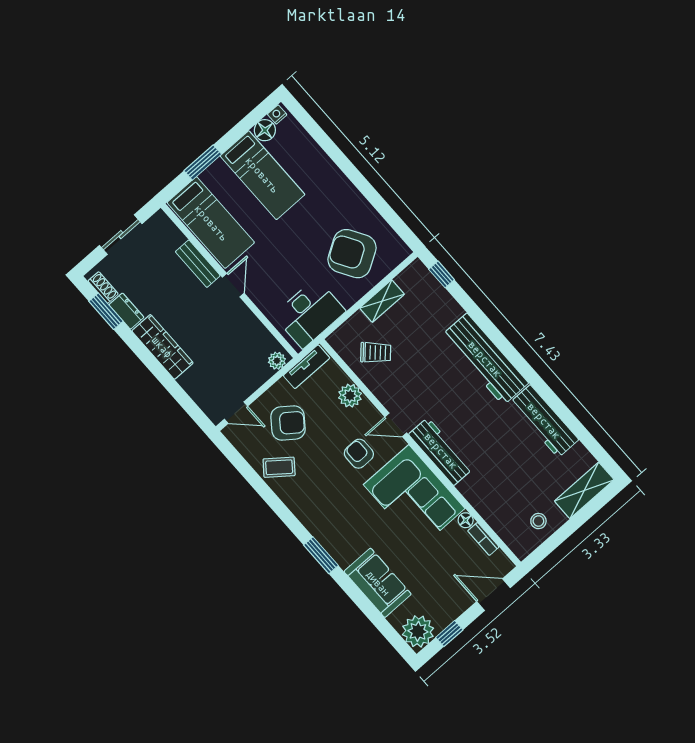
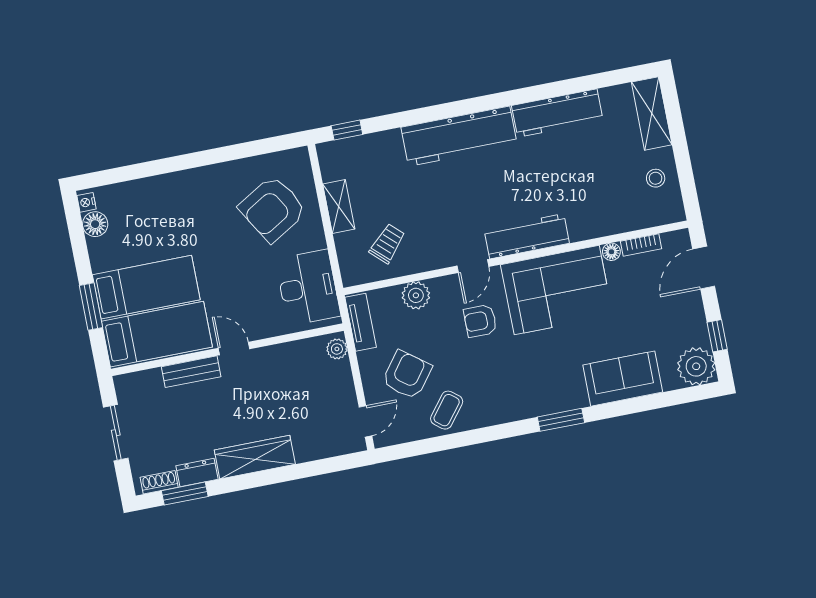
bed: (262, 175) -> (146, 287), moved

